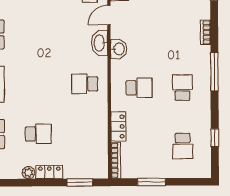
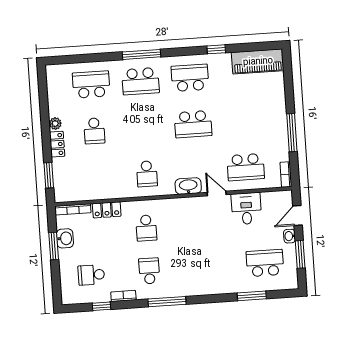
bookcase: (205, 32) -> (123, 296), moved
school desk: (38, 34) -> (193, 124), added
washbasin: (119, 49) -> (65, 238), moved, turned -90
school desk: (85, 84) -> (147, 174), turned 180
school desk: (182, 88) -> (149, 271), turned -90

